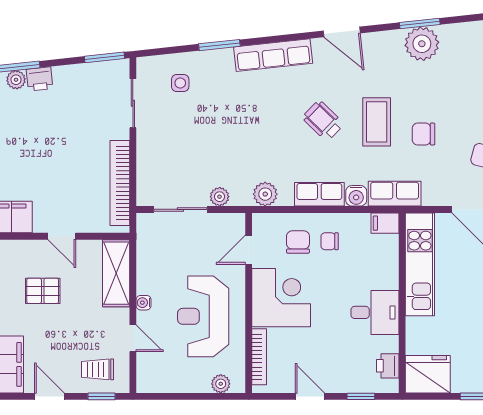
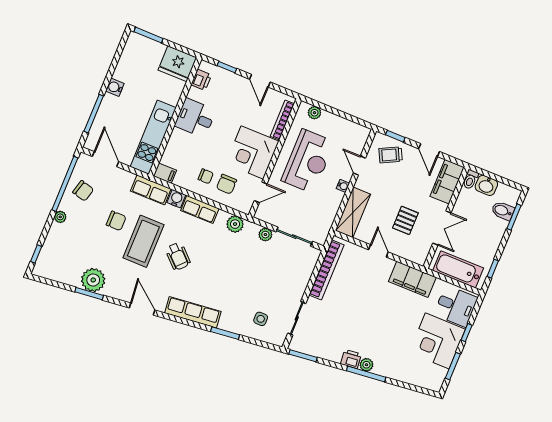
coffee table: (377, 122) -> (143, 241), width x1.36, depth x1.32
pallet: (43, 291) -> (405, 220), turned 90
trolley: (98, 369) -> (391, 155), turned 153

